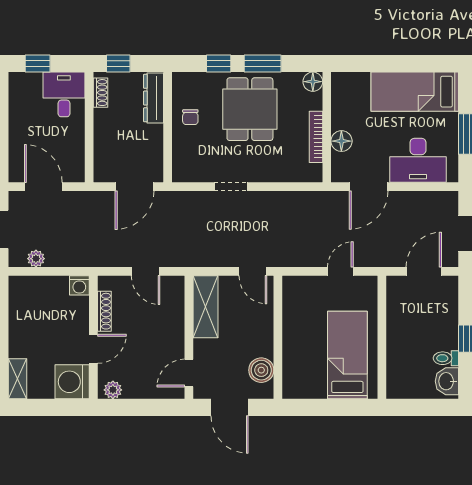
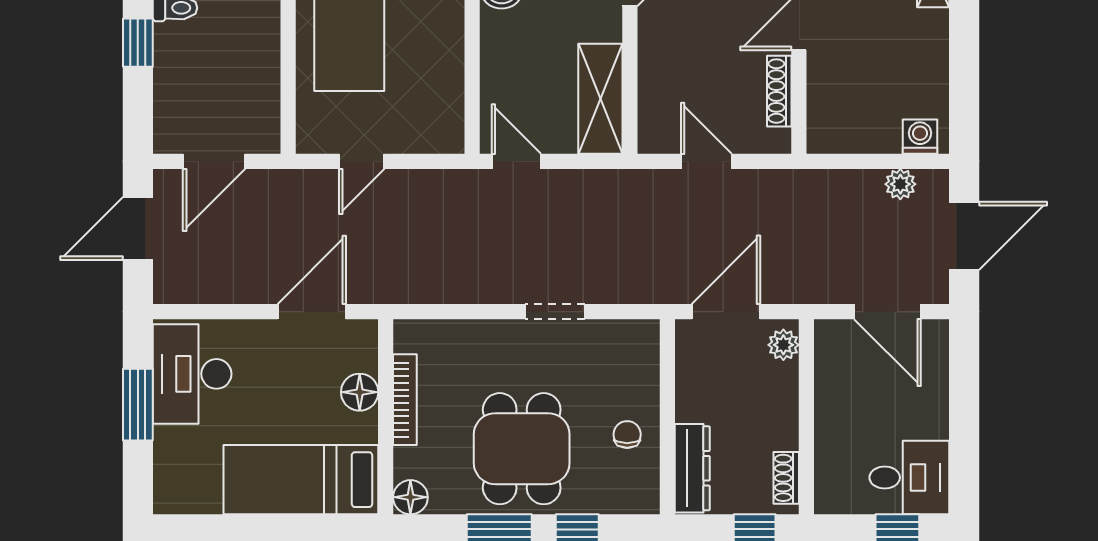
bed: (415, 92) -> (301, 480), moved, turned 180
desk: (64, 94) -> (909, 478), moved, turned -90
desk: (418, 160) -> (192, 374), moved, turned -90
plant: (102, 168) -> (783, 345), added
washing machine: (79, 285) -> (920, 137), moved

